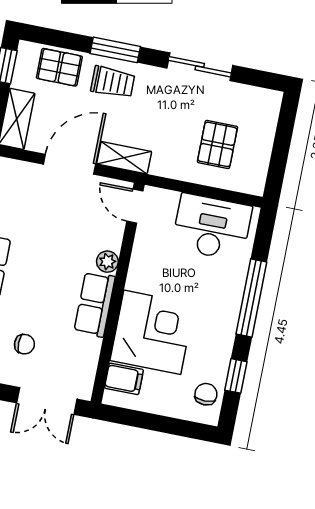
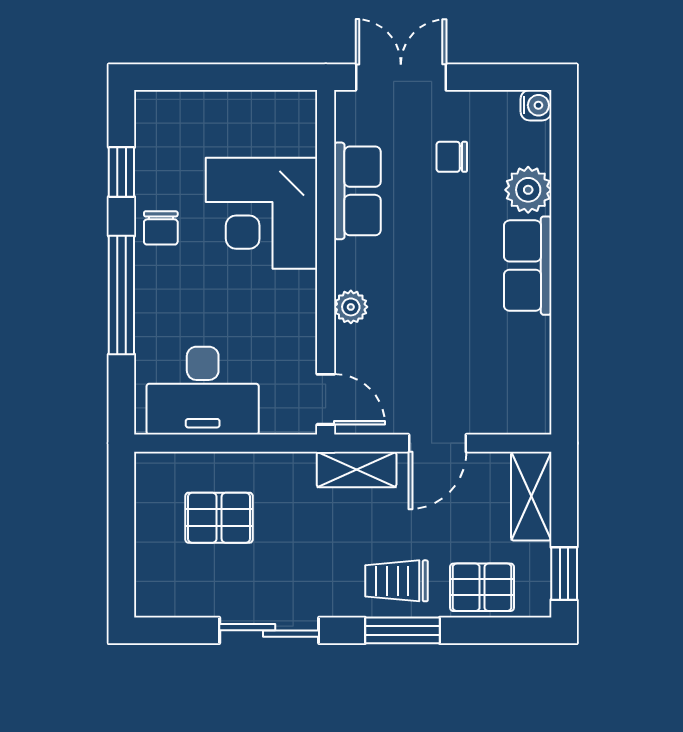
pallet: (217, 144) -> (219, 518), turned 90
door: (70, 164) -> (437, 443), width x0.73
row of seats: (95, 304) -> (357, 191), moved
filing cabinet: (124, 379) -> (290, 134), removed
chair: (206, 394) -> (161, 228), moved

